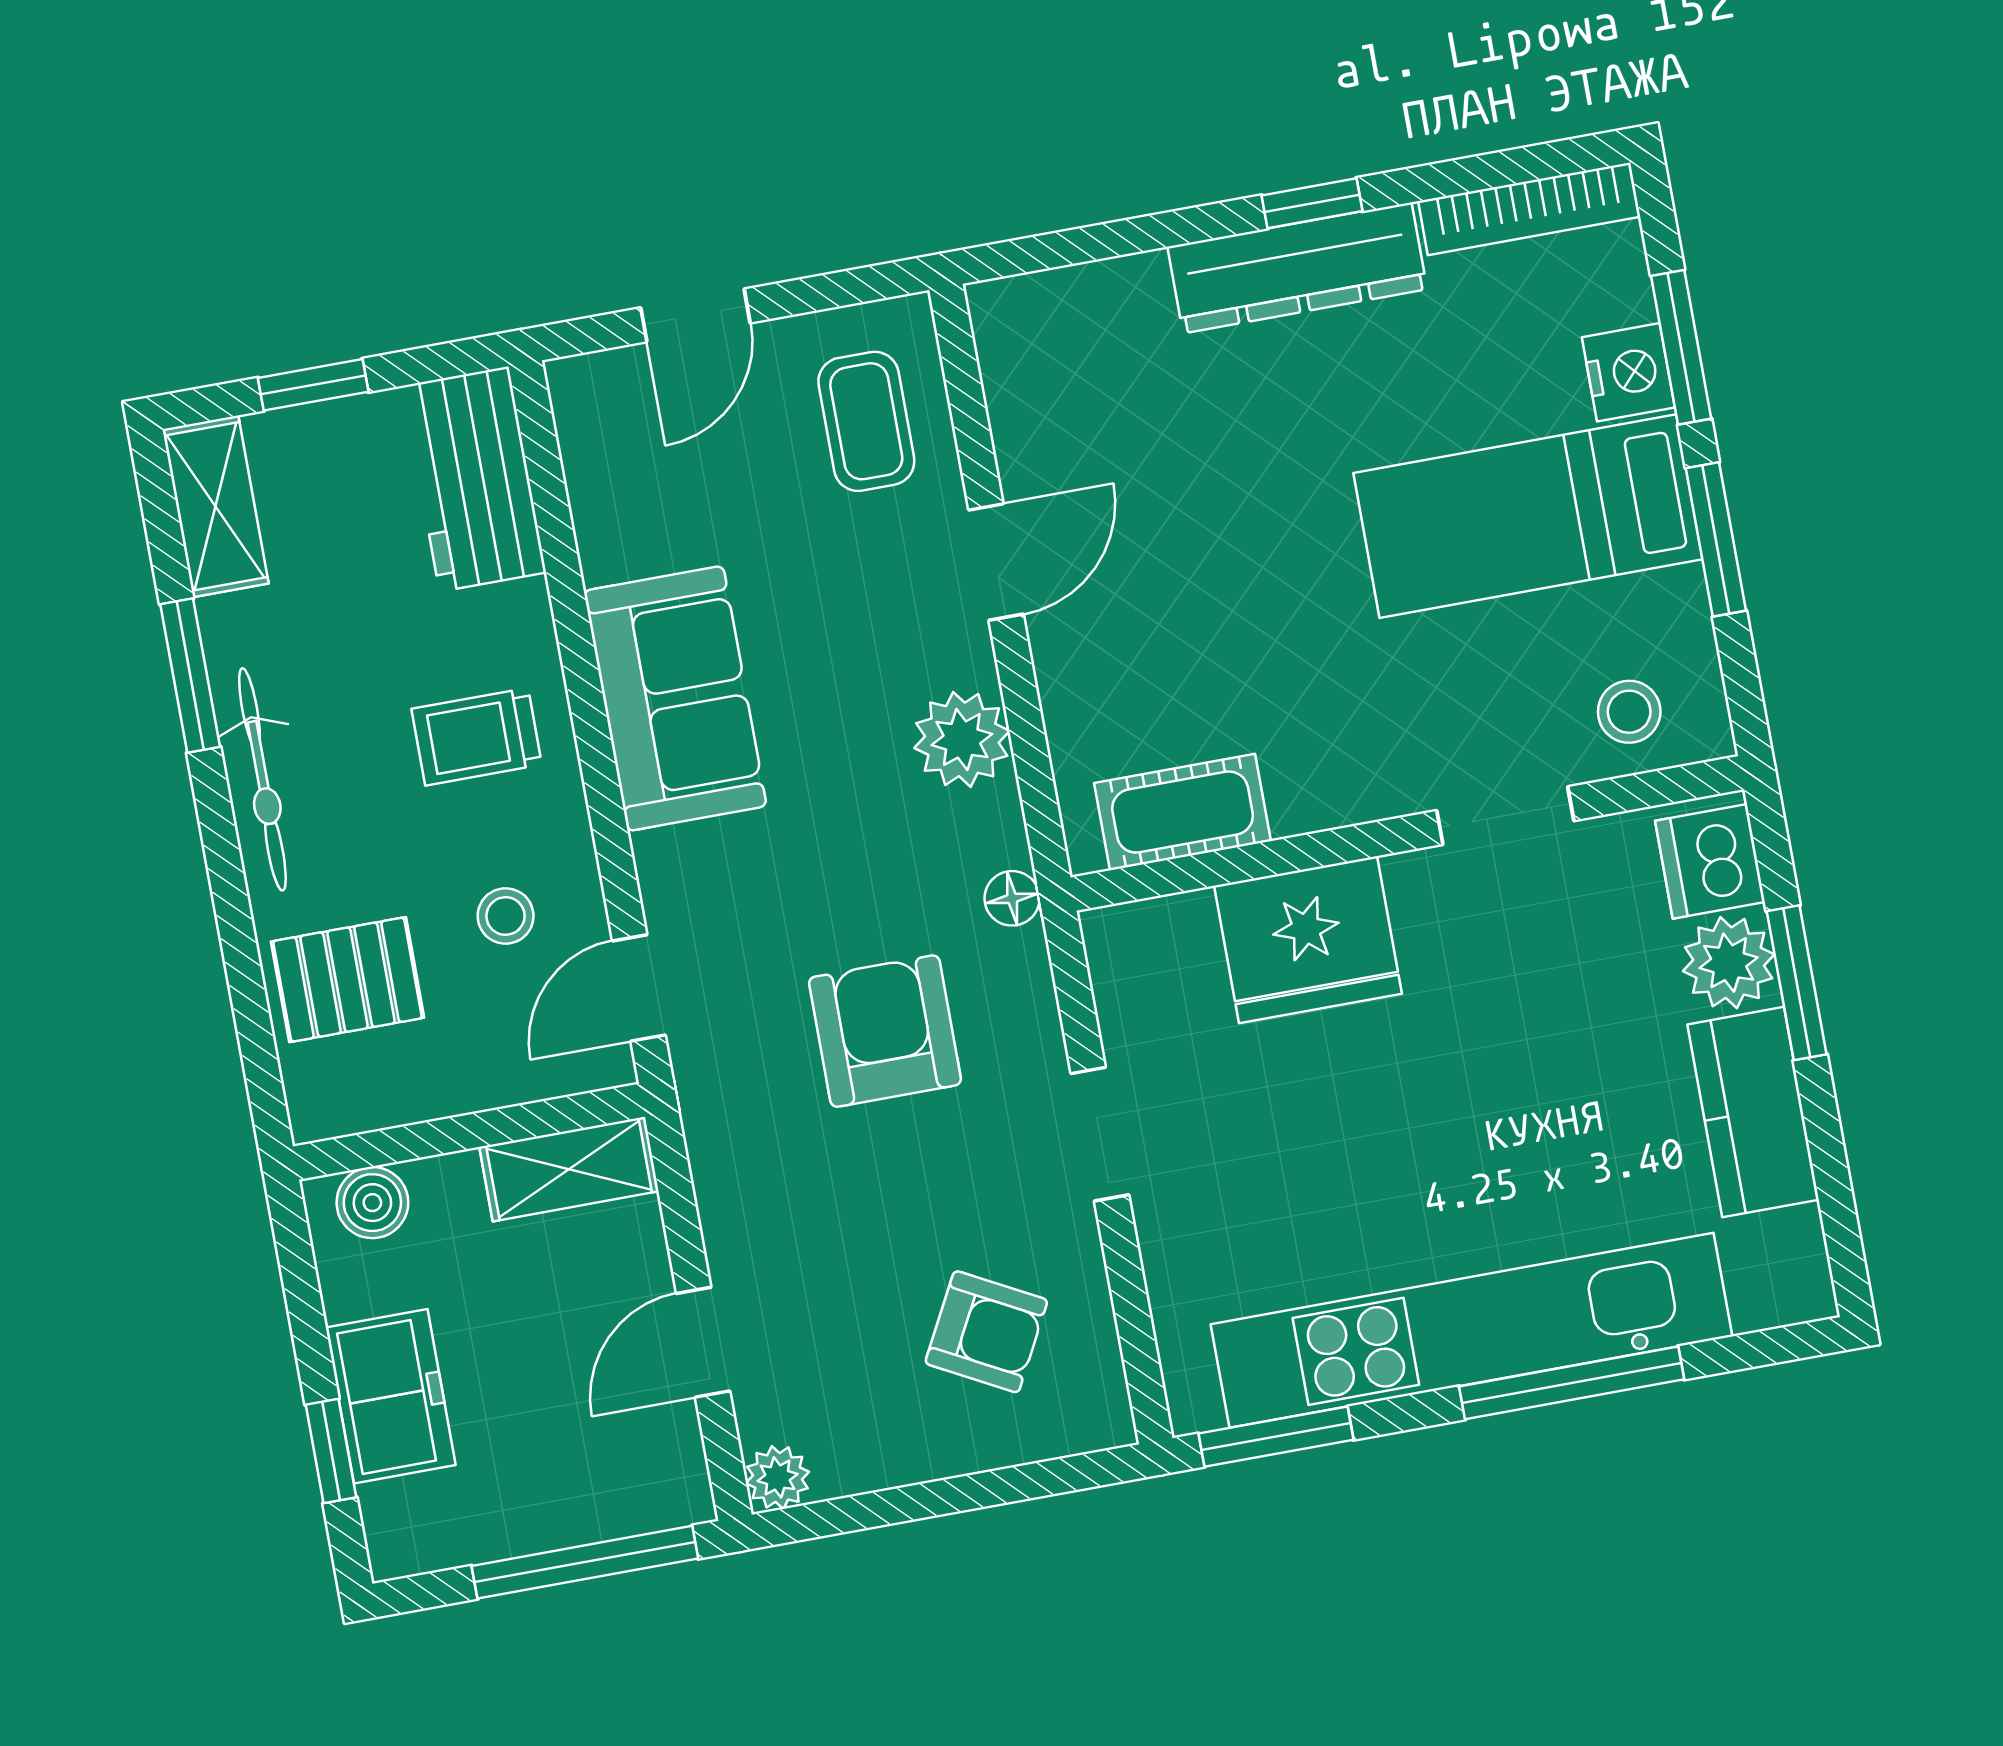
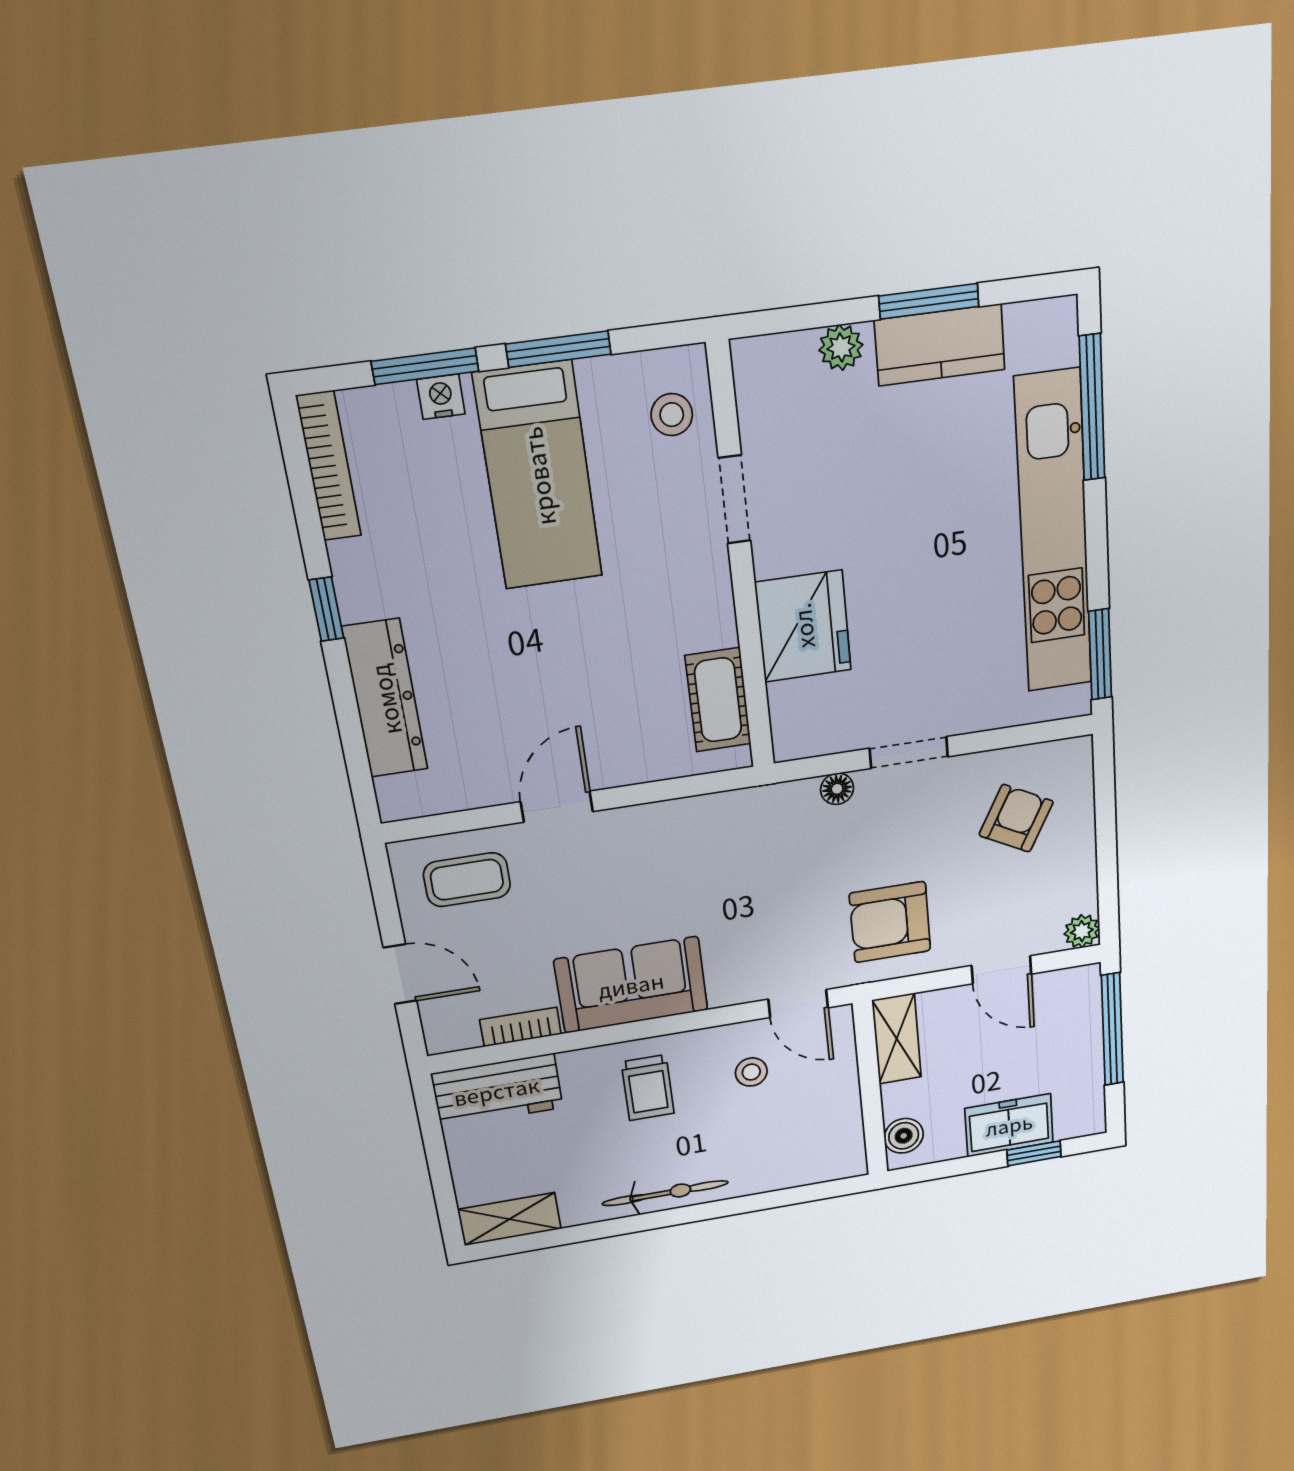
dresser: (1297, 268) -> (385, 699), moved
nightstand: (1628, 372) -> (441, 397), width x0.72, depth x0.74
window: (313, 385) -> (440, 1173), removed
bookcase: (596, 515) -> (521, 1027), added
door: (996, 562) -> (557, 807), hinge flipped
window: (190, 676) -> (605, 1229), removed
plant: (962, 739) -> (665, 828), removed
dishwasher: (1710, 861) -> (774, 365), removed
floor lamp: (1012, 898) -> (837, 789), moved
plant: (1729, 963) -> (841, 347), width x0.73, depth x0.73
pallet: (348, 980) -> (780, 1150), removed
window: (1797, 983) -> (929, 301), moved
armchair: (885, 1031) -> (890, 922), moved
window: (1572, 1383) -> (1092, 408), moved

